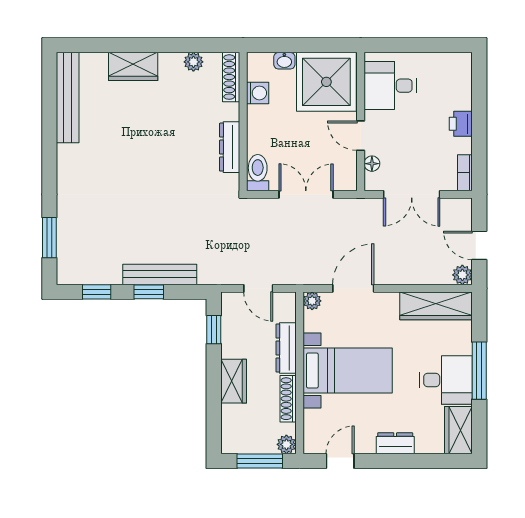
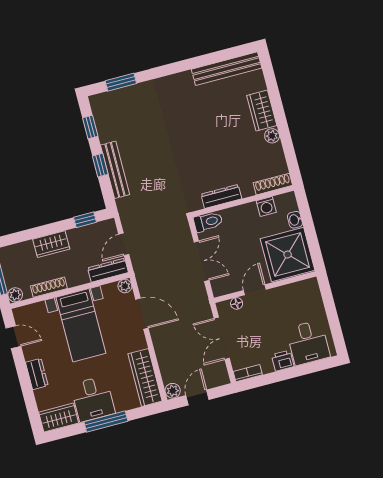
plant: (193, 62) -> (272, 136), moved
desk: (390, 86) -> (308, 343), moved, turned 180
dresser: (286, 348) -> (108, 270), moved

